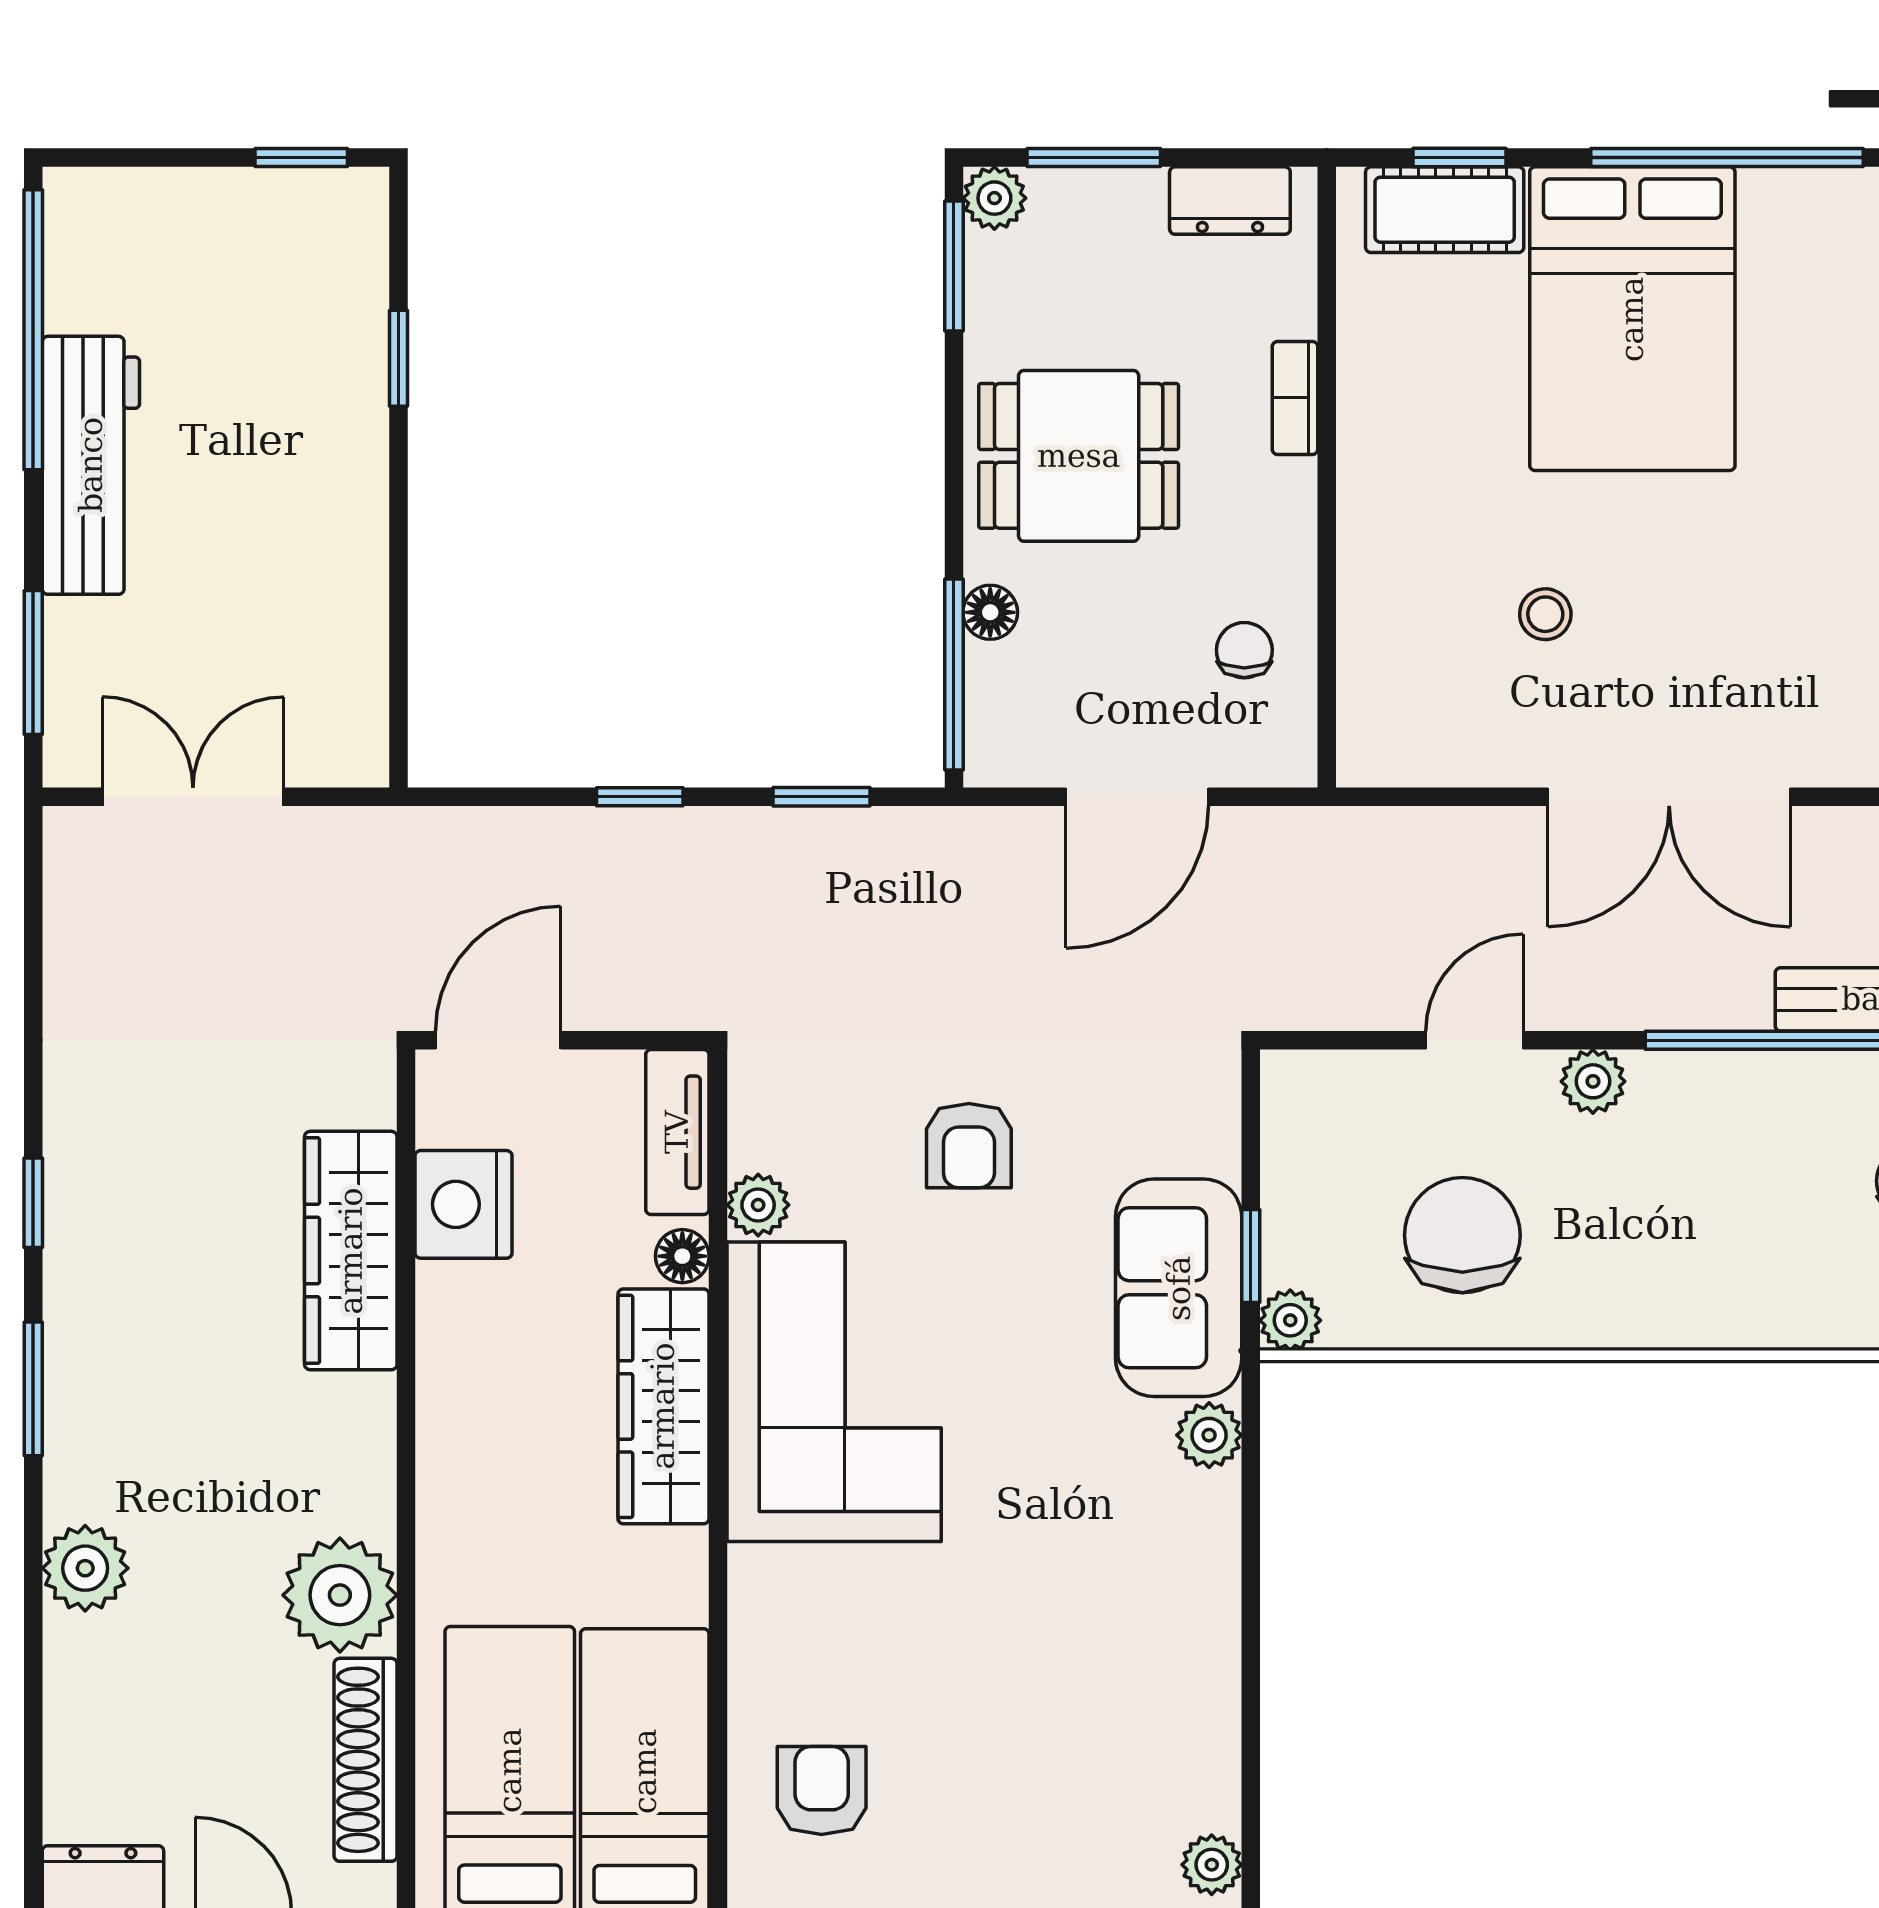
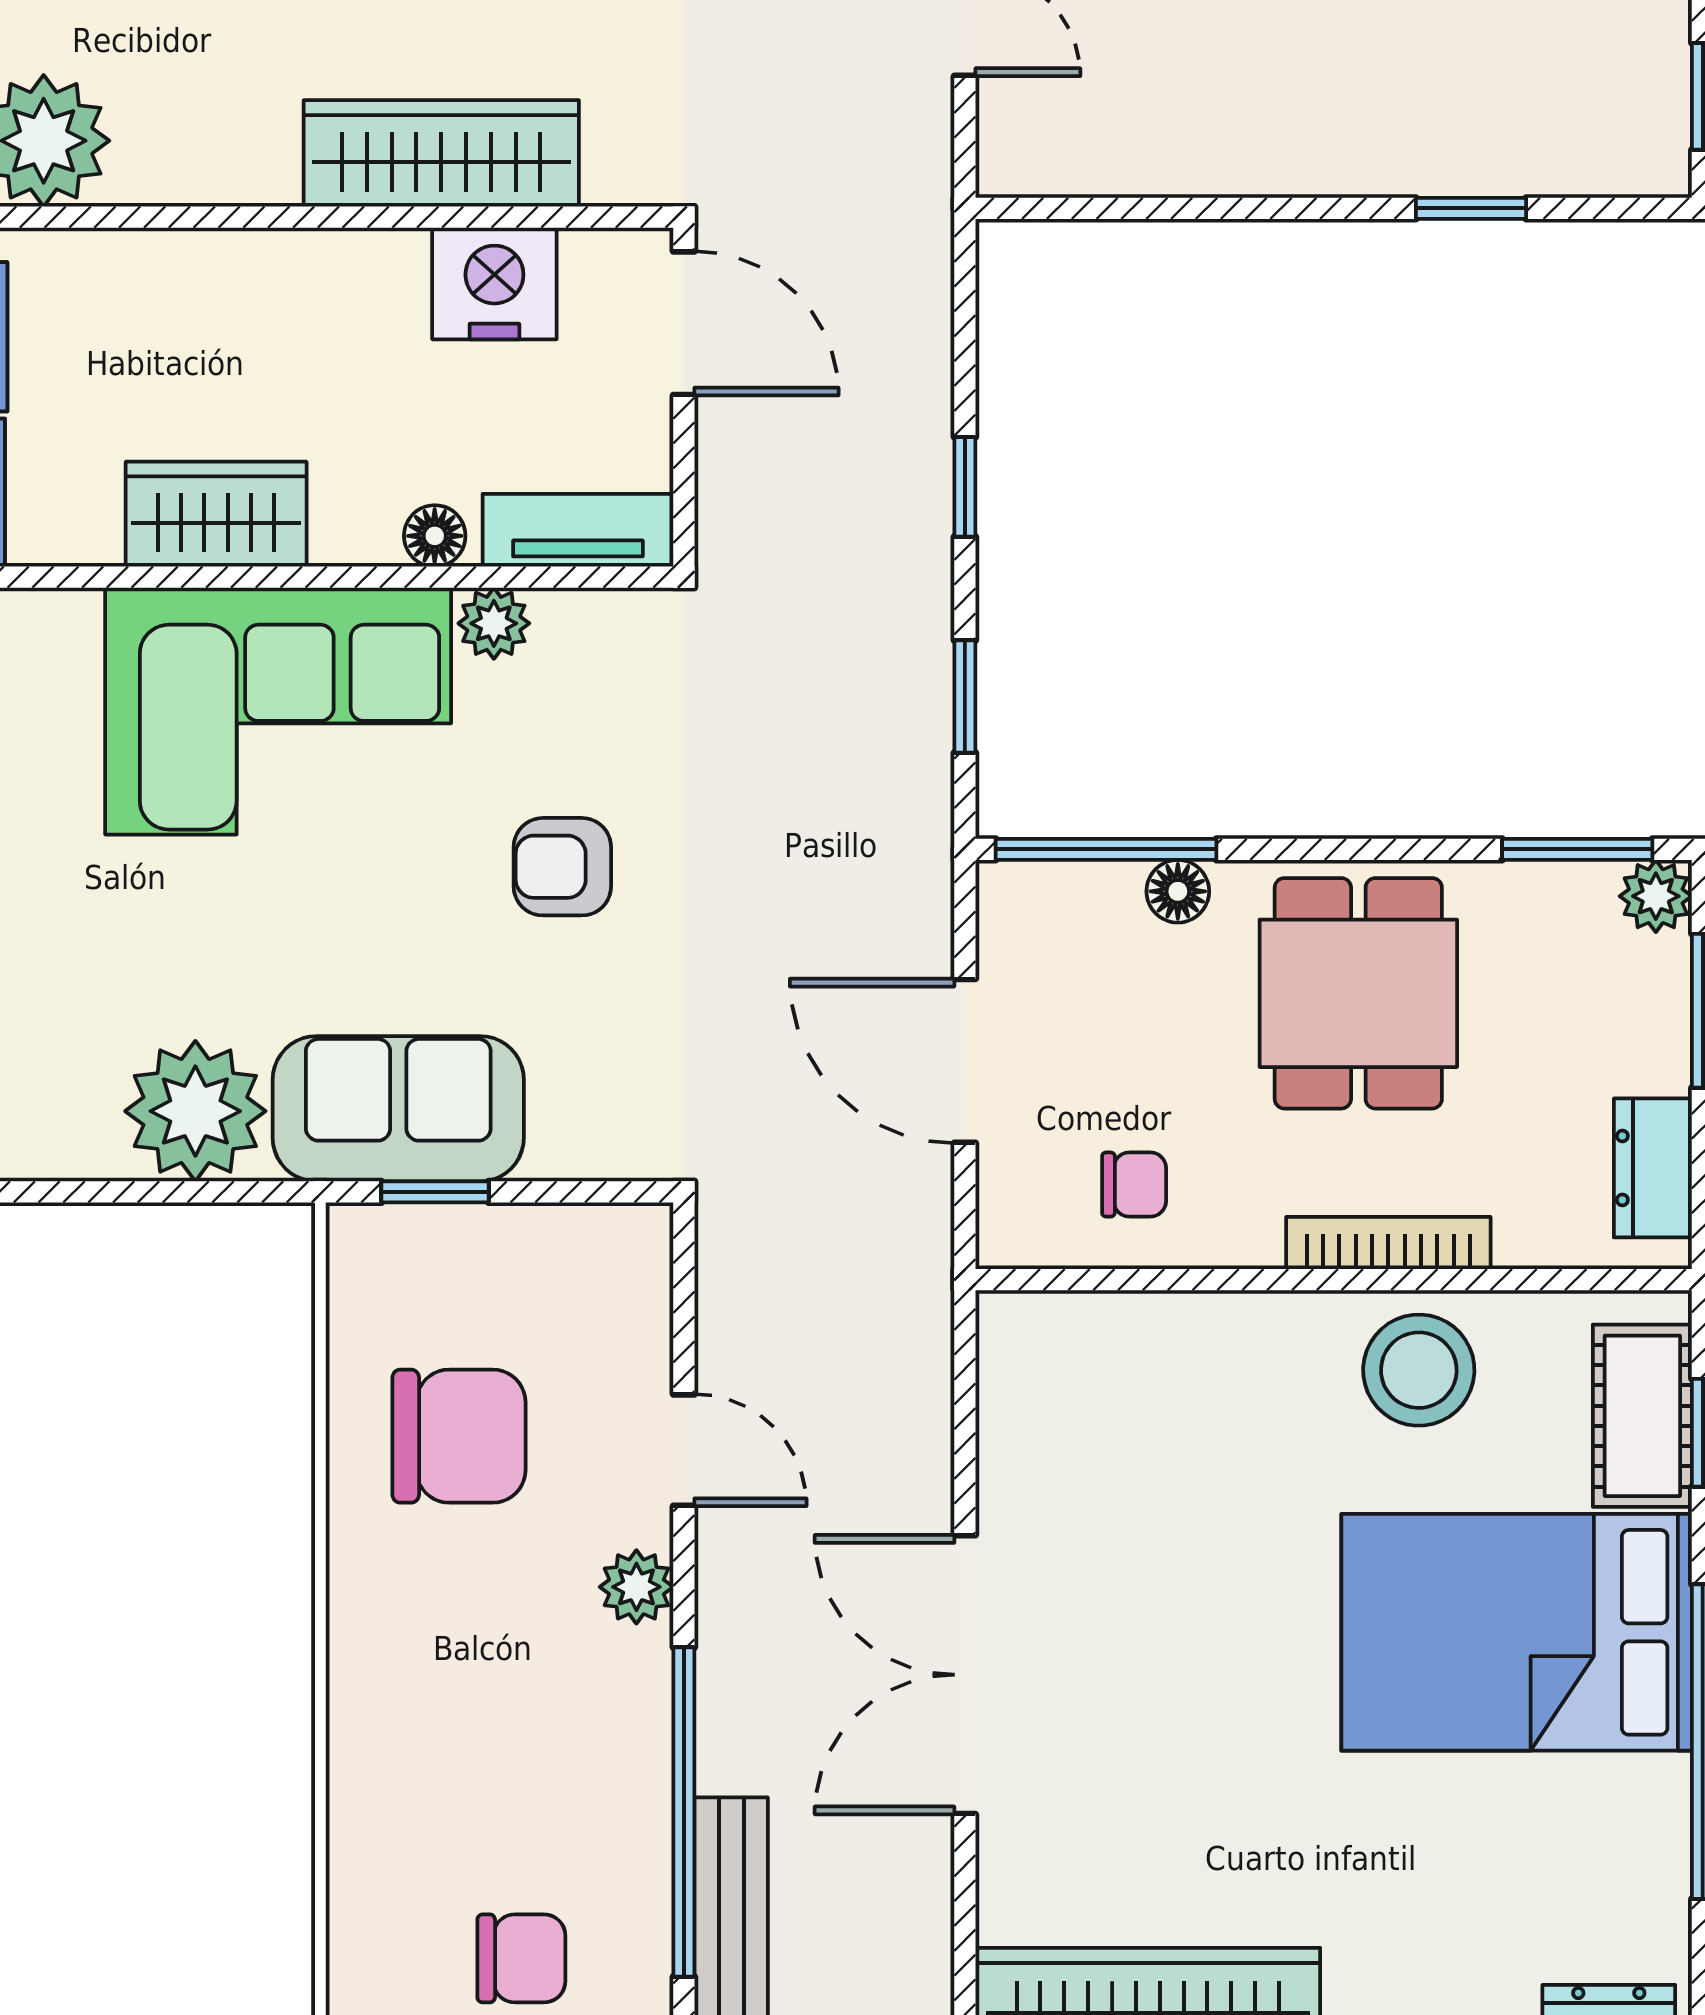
bookcase: (1295, 398) -> (1388, 1243), width x1.56
stool: (1545, 614) -> (1419, 1370), moved, width x1.89, depth x1.89
plant: (1290, 1320) -> (361, 1238), removed
wardrobe: (663, 1406) -> (216, 514), width x0.67
plant: (1209, 1435) -> (195, 1111), width x1.87, depth x1.87

